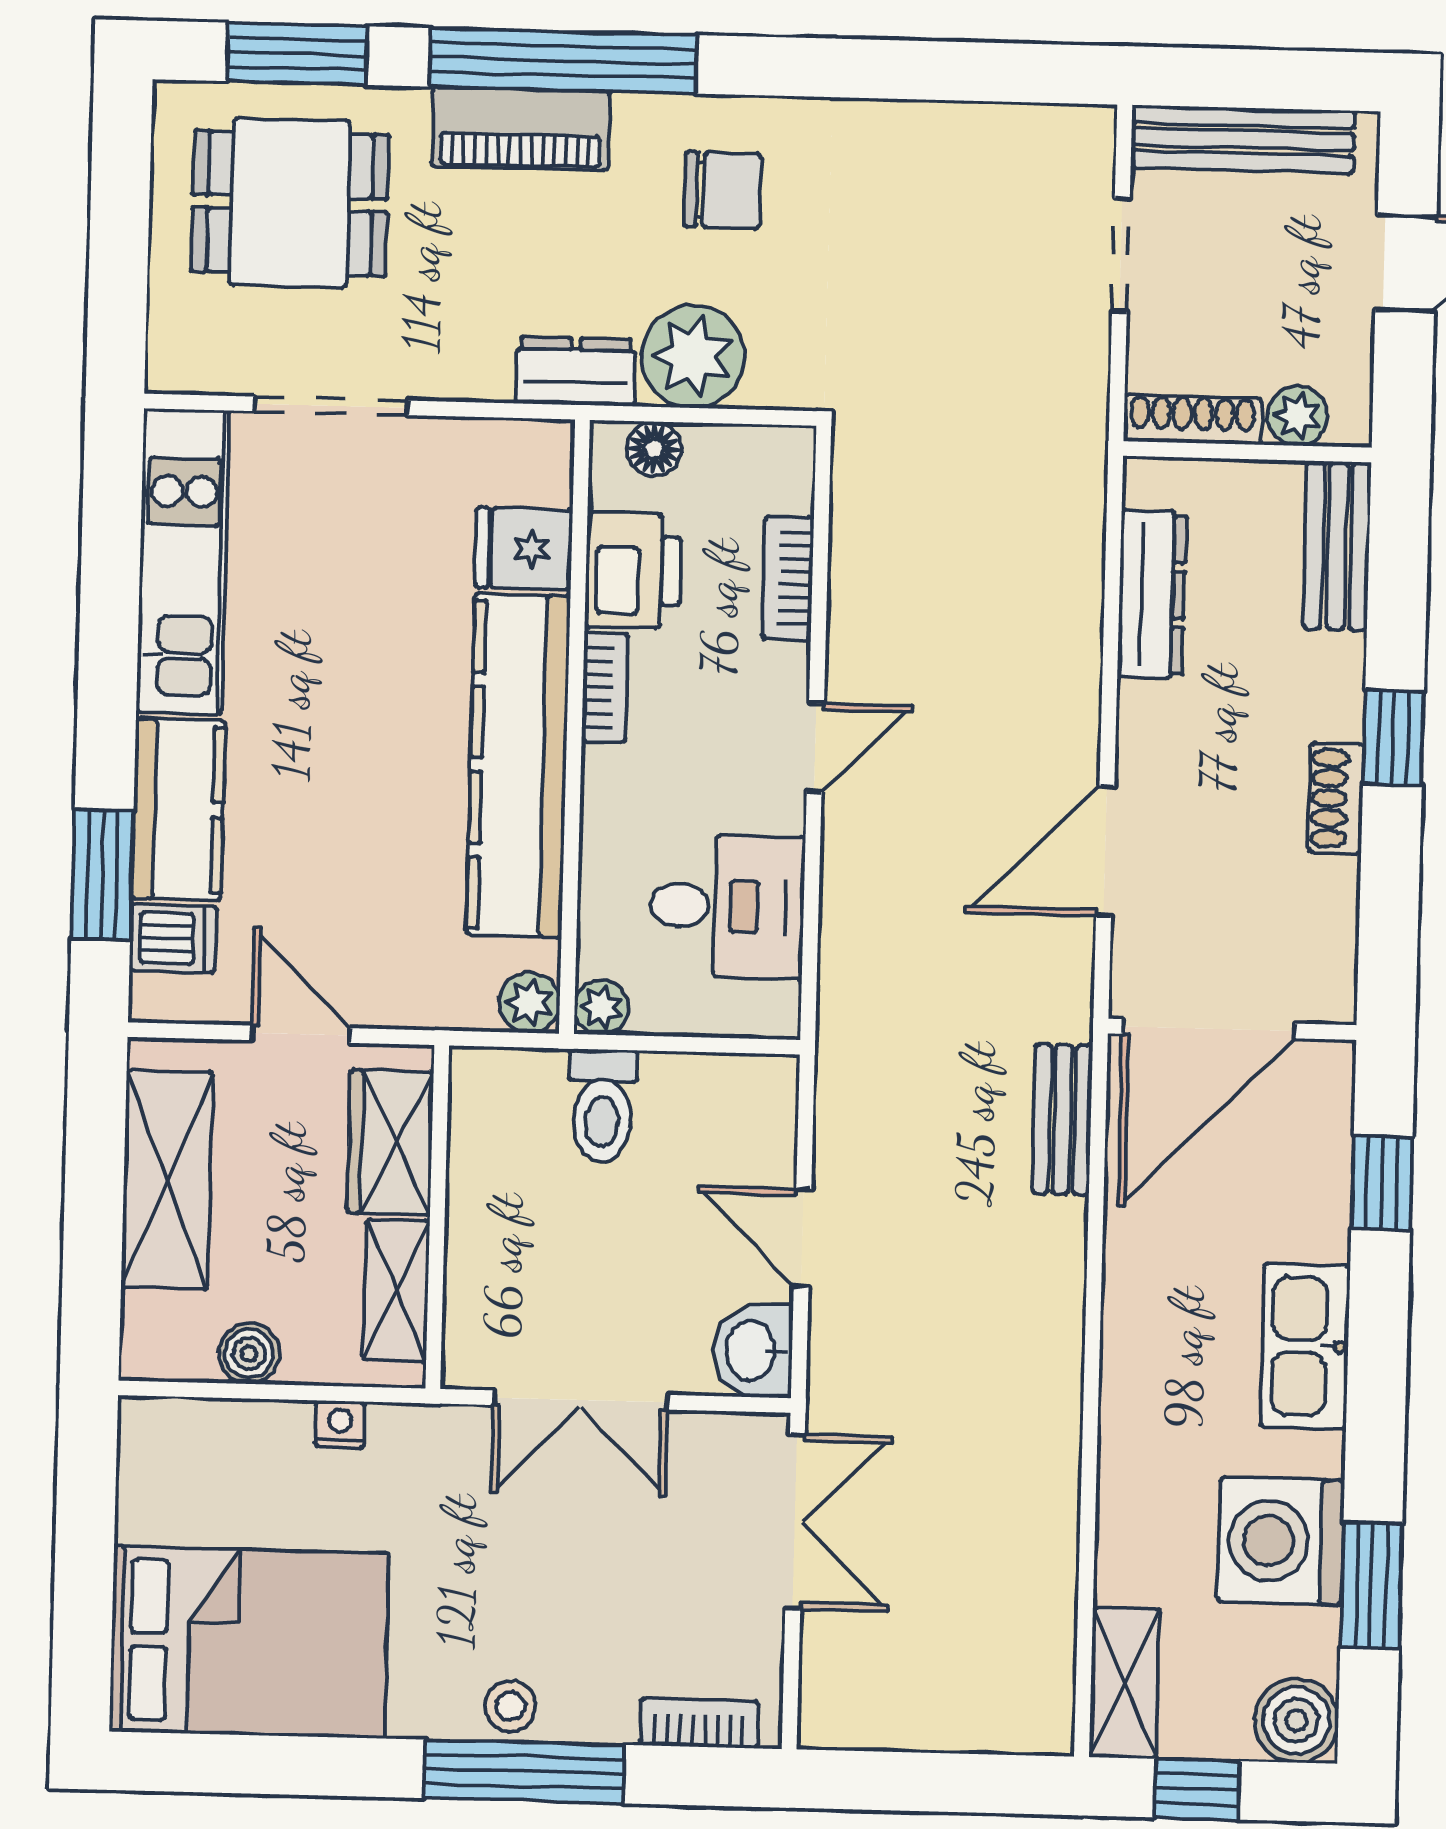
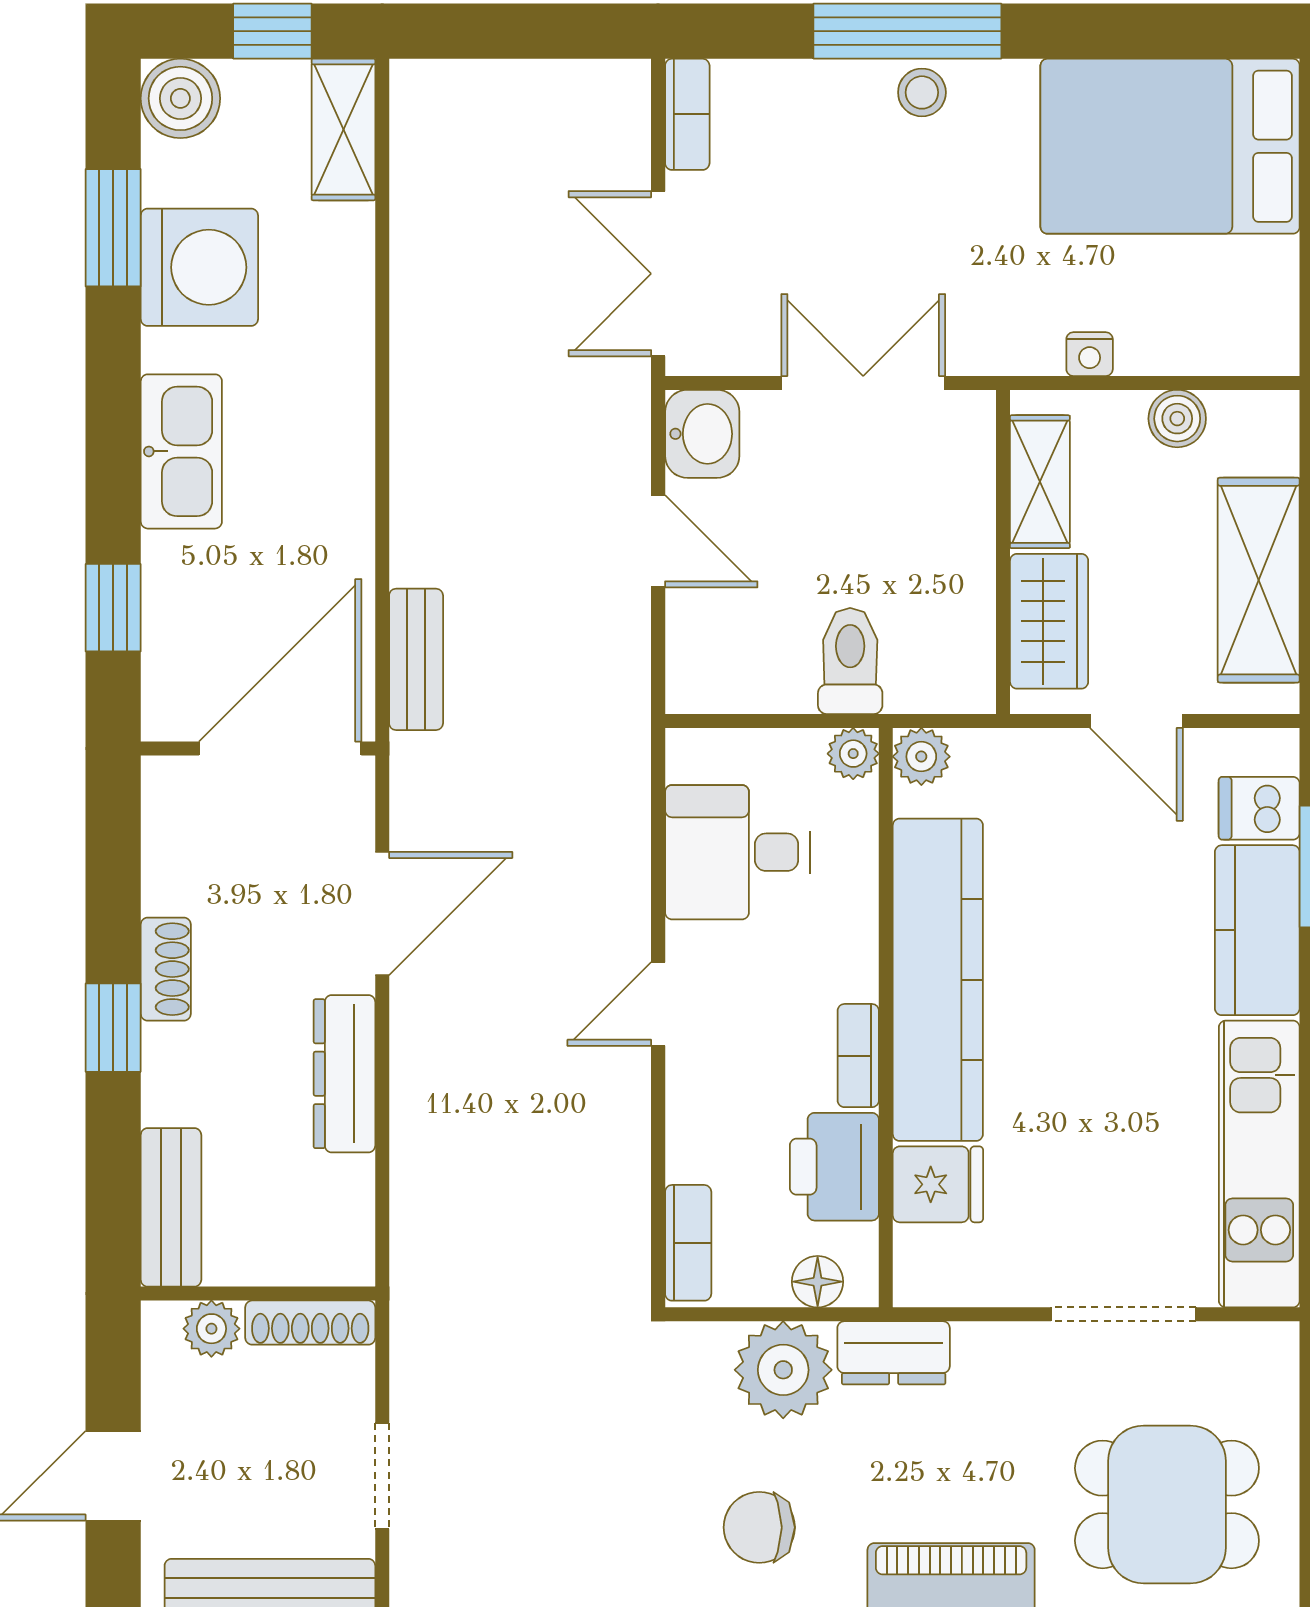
bookcase: (788, 578) -> (688, 1243), moved
dresser: (1152, 594) -> (344, 1074), moved
bookcase: (699, 1723) -> (687, 114), moved, turned -90

